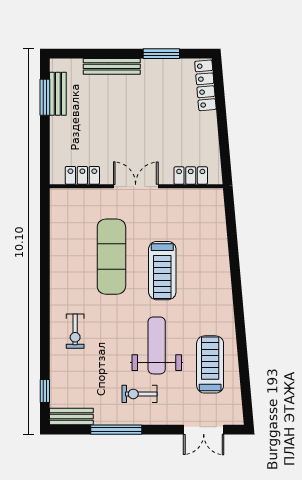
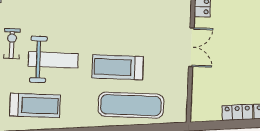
locker: (191, 176) -> (237, 112), moved, turned -95
exercise mat: (111, 257) -> (131, 105), moved

